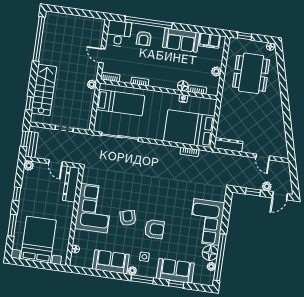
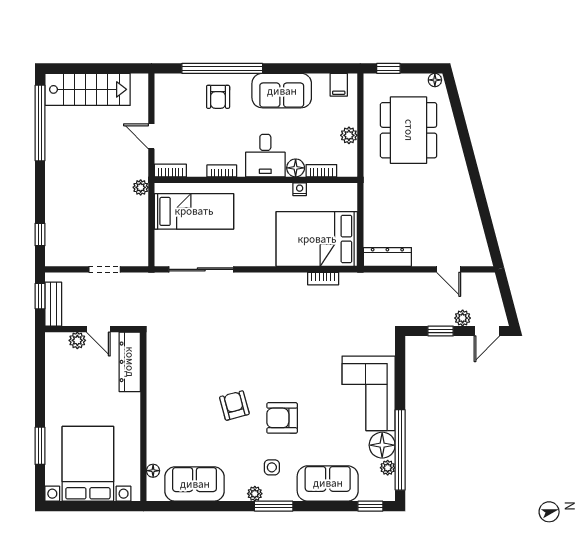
desk: (119, 34) -> (265, 156), moved, turned 180
filing cabinet: (210, 41) -> (339, 85), width x0.50
stairs: (44, 90) -> (88, 89), moved, turned 90
plant: (29, 166) -> (77, 340), moved
window: (17, 194) -> (40, 391), removed
corner sofa: (94, 208) -> (175, 397), removed
armchair: (154, 229) -> (282, 418), turned 180
sofa: (111, 262) -> (195, 484), moved
window: (176, 284) -> (370, 506), moved

